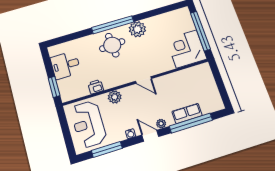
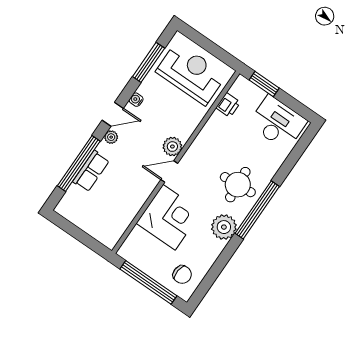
chair: (179, 22) -> (182, 275), added
corner desk: (186, 49) -> (169, 217), moved
desk: (66, 65) -> (278, 123), width x1.37
printer: (96, 87) -> (228, 105), moved
plant: (115, 97) -> (172, 147), moved

